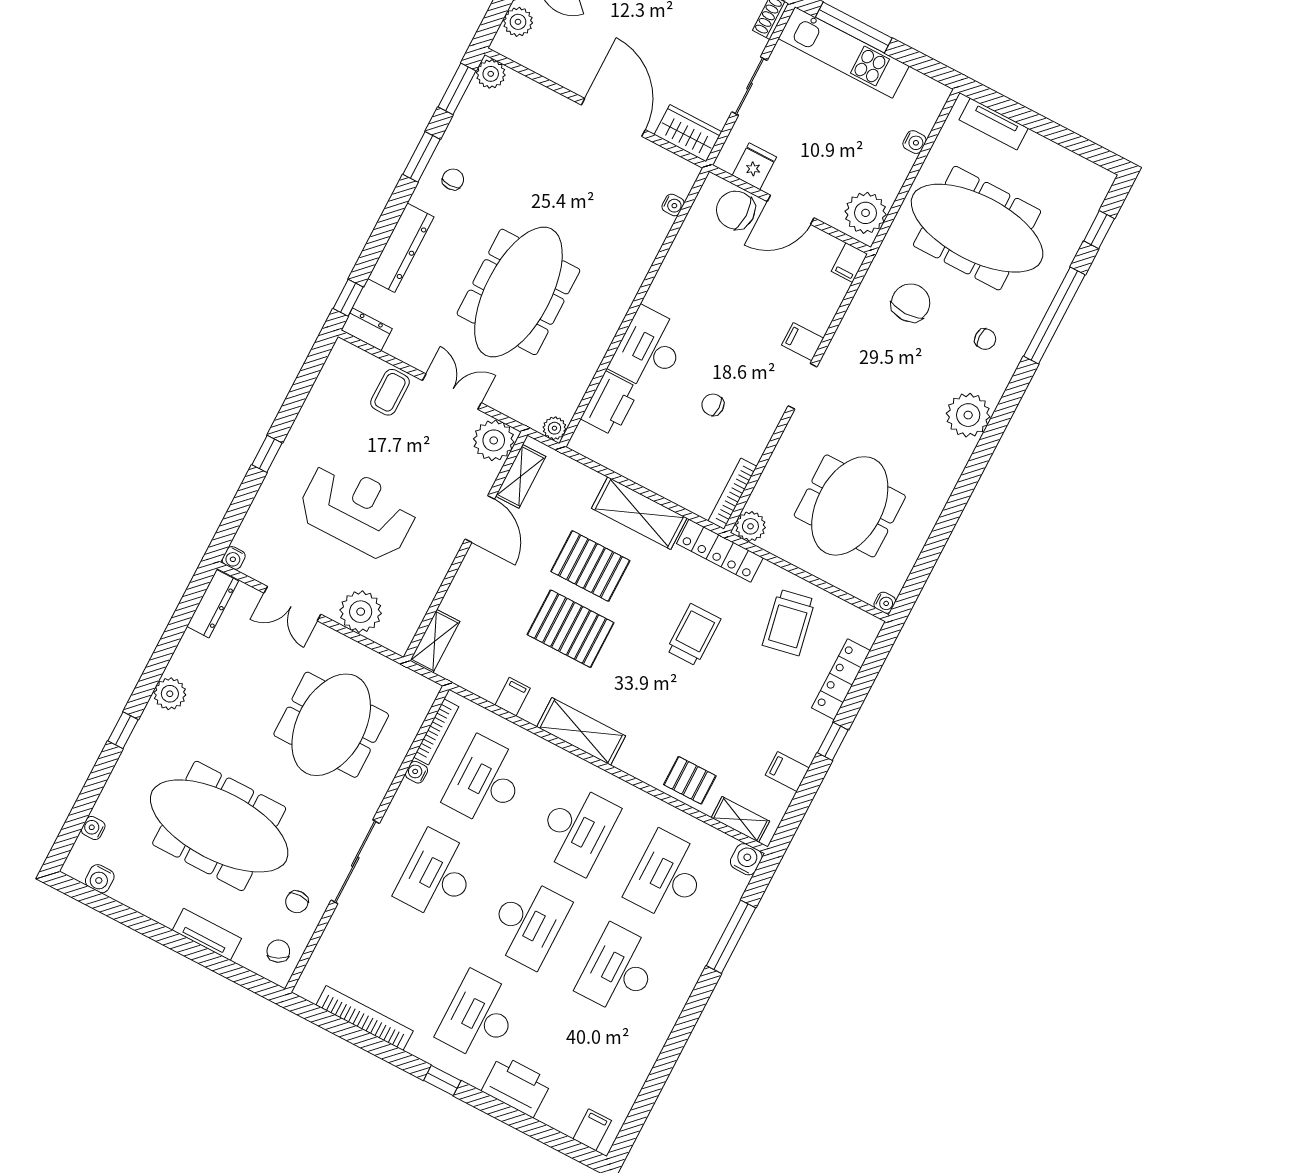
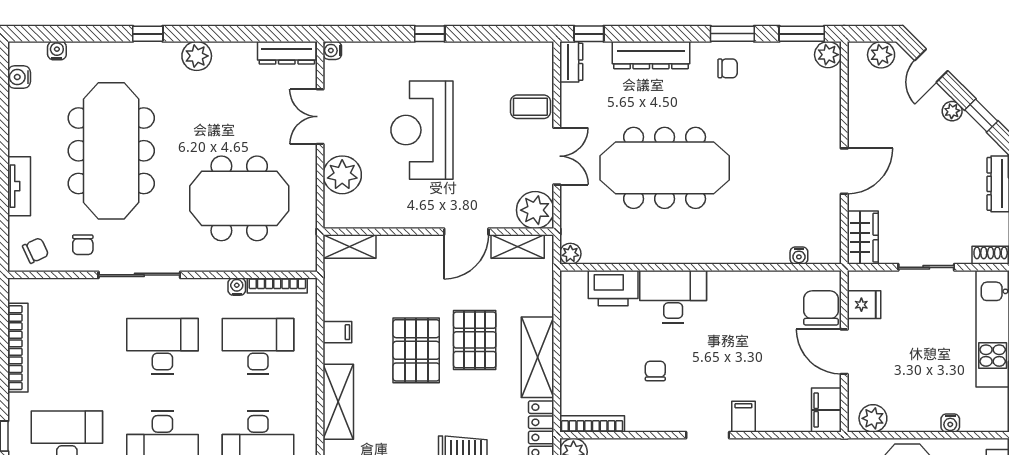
door: (613, 117) -> (844, 171), width x0.73
plant: (866, 213) -> (873, 418), width x0.73, depth x0.73
filing cabinet: (849, 262) -> (826, 410), width x2.00
reception desk: (358, 511) -> (422, 130), turned 180
chair: (297, 902) -> (83, 245), turned -90

